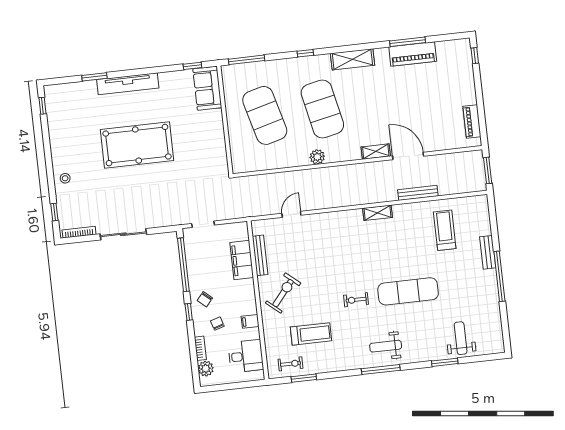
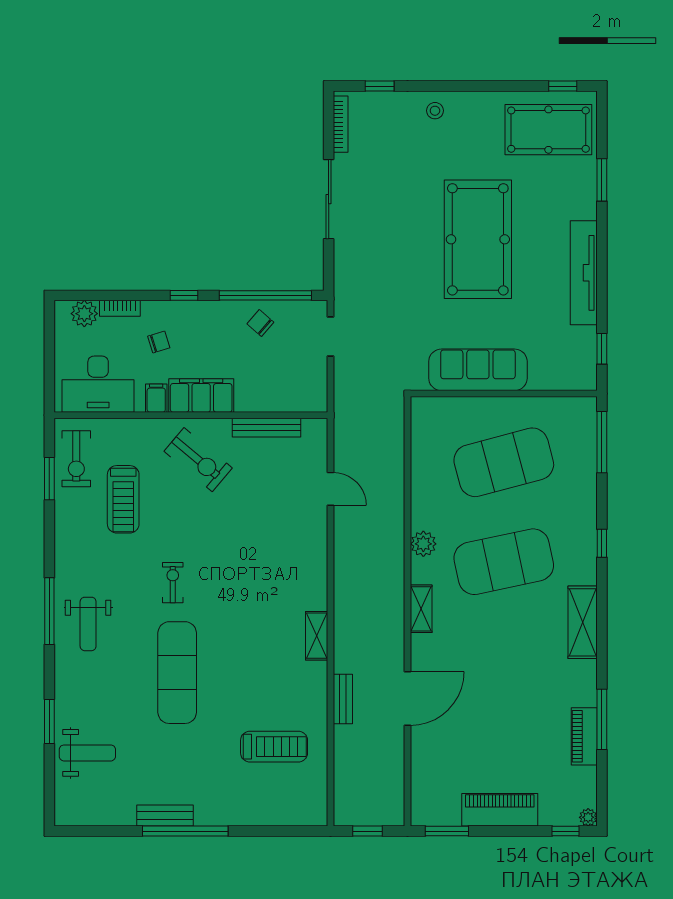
plant: (465, 43) -> (588, 817), added
piano: (413, 54) -> (584, 736), width x0.73, depth x0.75
tv unit: (128, 84) -> (584, 273), moved
sofa: (207, 88) -> (478, 370), moved, width x1.36
pool table: (69, 111) -> (548, 130), added
piano: (472, 122) -> (500, 810), moved, width x1.37, depth x1.33
window: (482, 124) -> (447, 831), added
shelving: (376, 152) -> (421, 609), moved
window: (488, 170) -> (368, 831), width x0.67
bench: (418, 193) -> (343, 699), width x0.73
bench: (488, 252) -> (165, 816), moved
filing cabinet: (242, 260) -> (201, 396), moved
chair: (205, 299) -> (260, 323), moved
weight bench: (386, 346) -> (88, 624), turned 180
desk: (246, 356) -> (98, 384), width x1.37
exercise bike: (290, 364) -> (76, 459), width x1.38, depth x1.39

